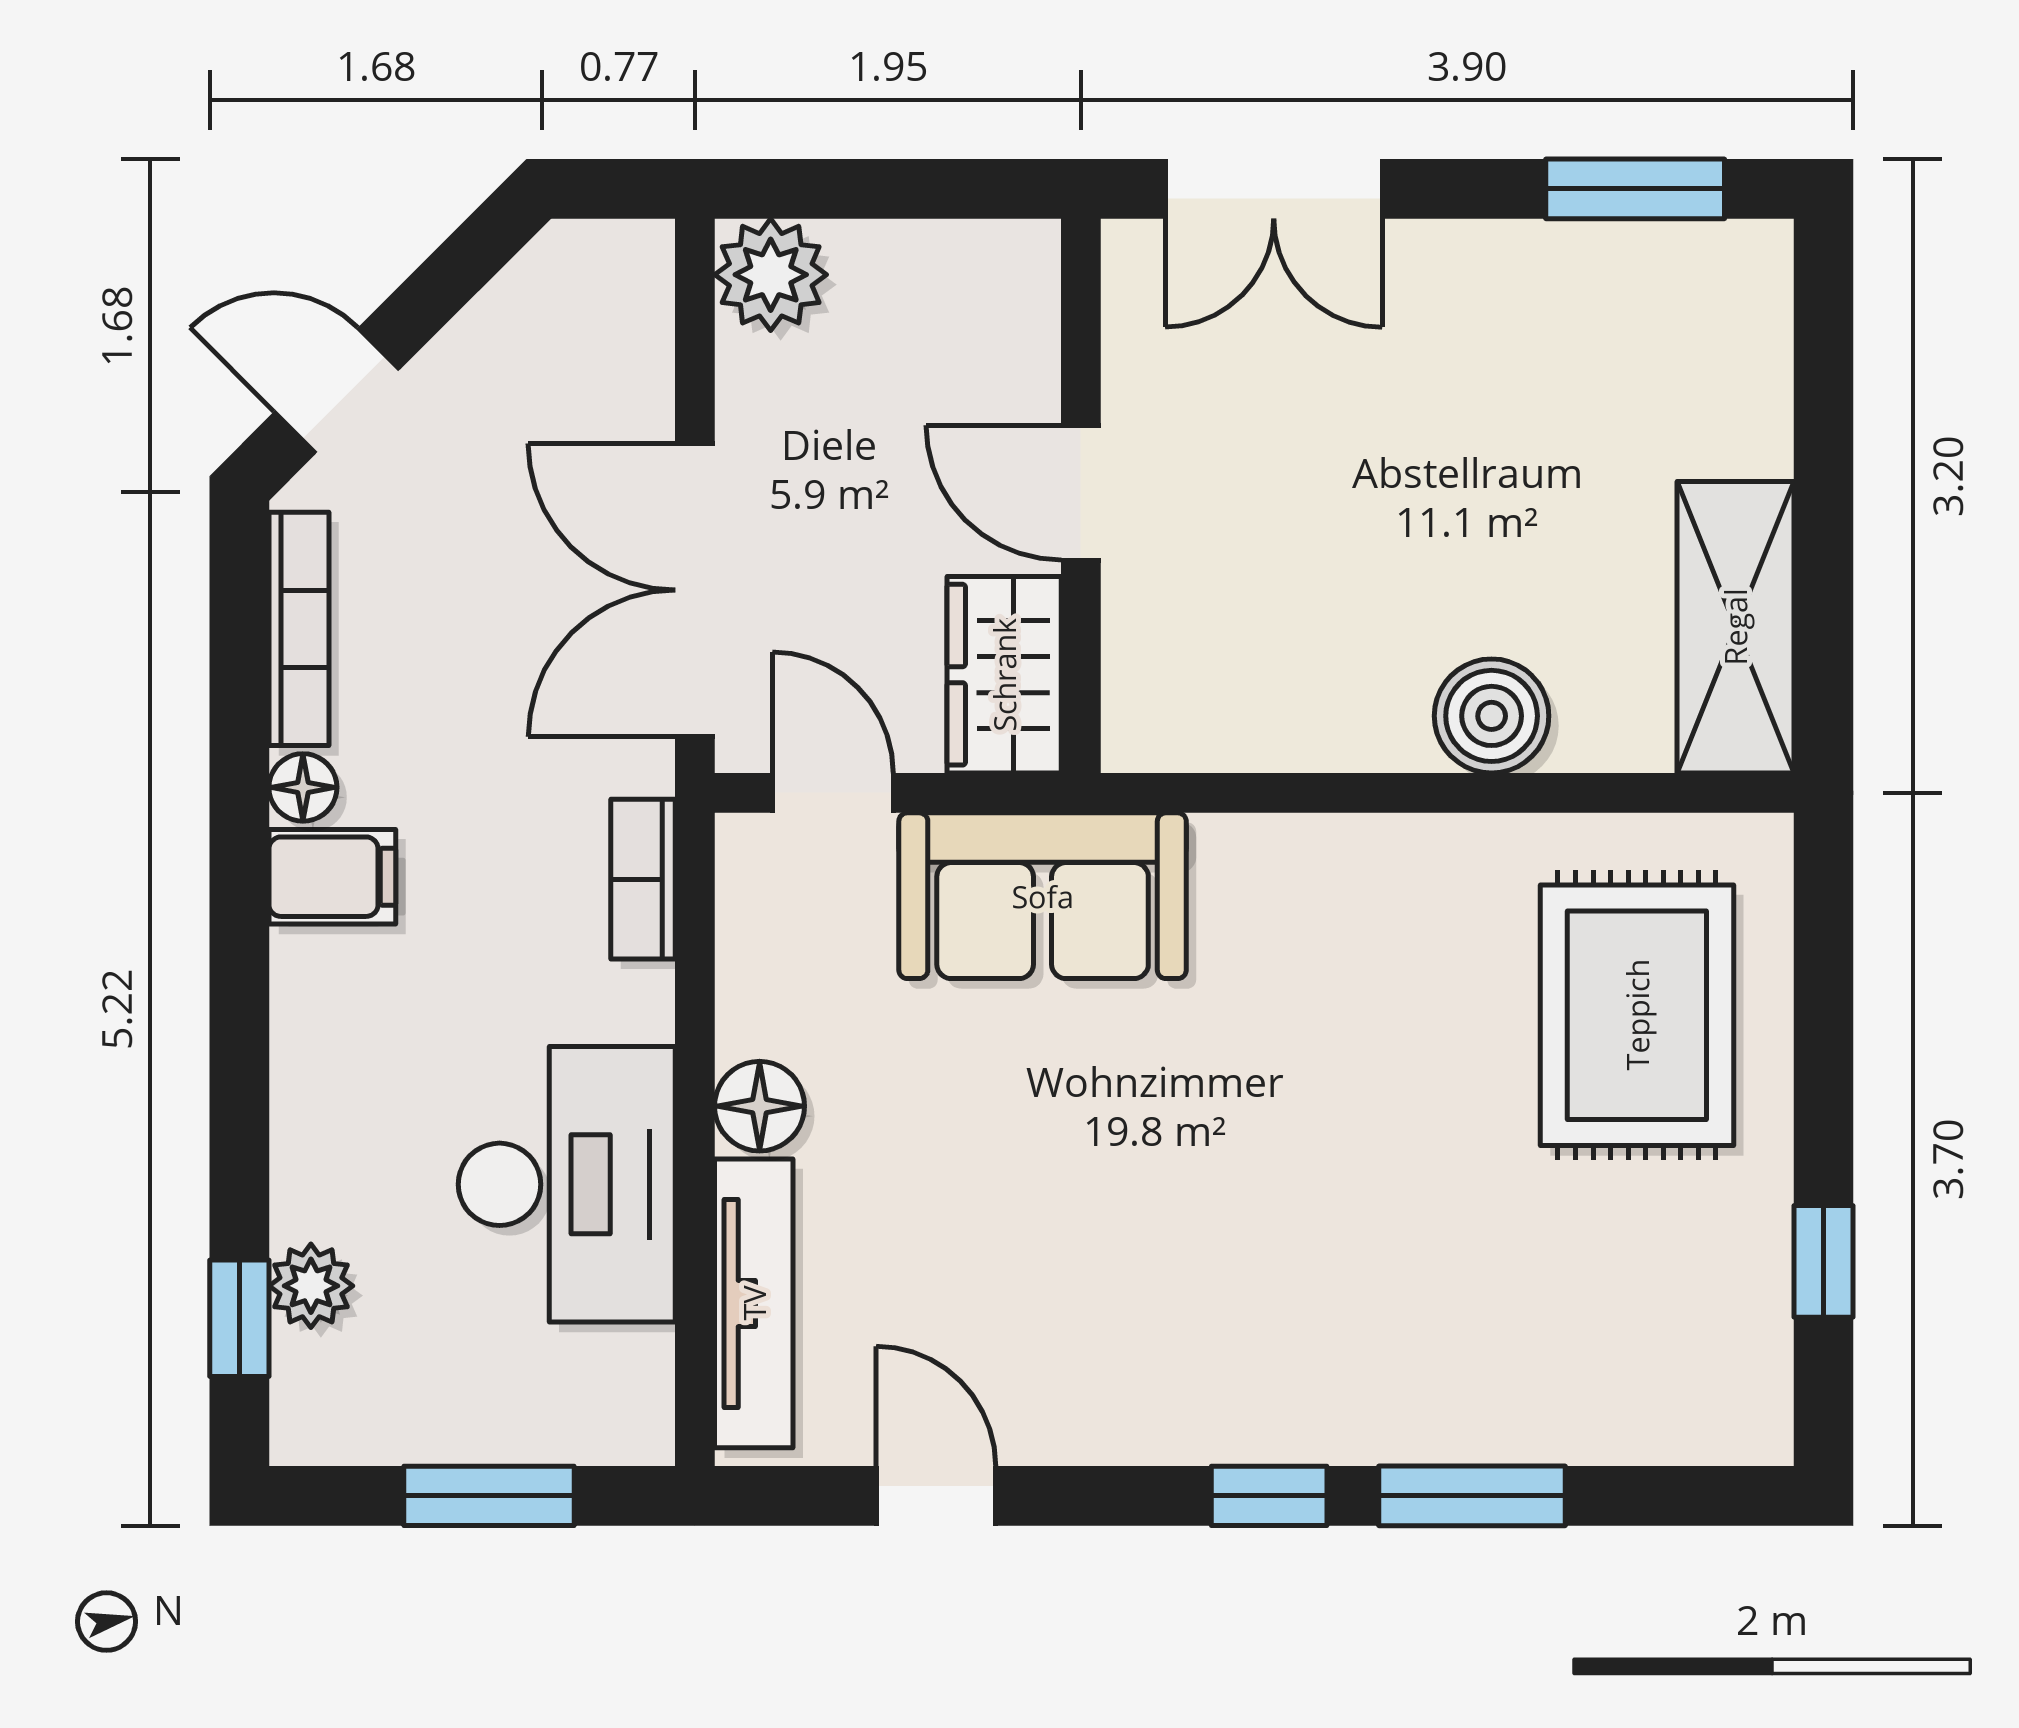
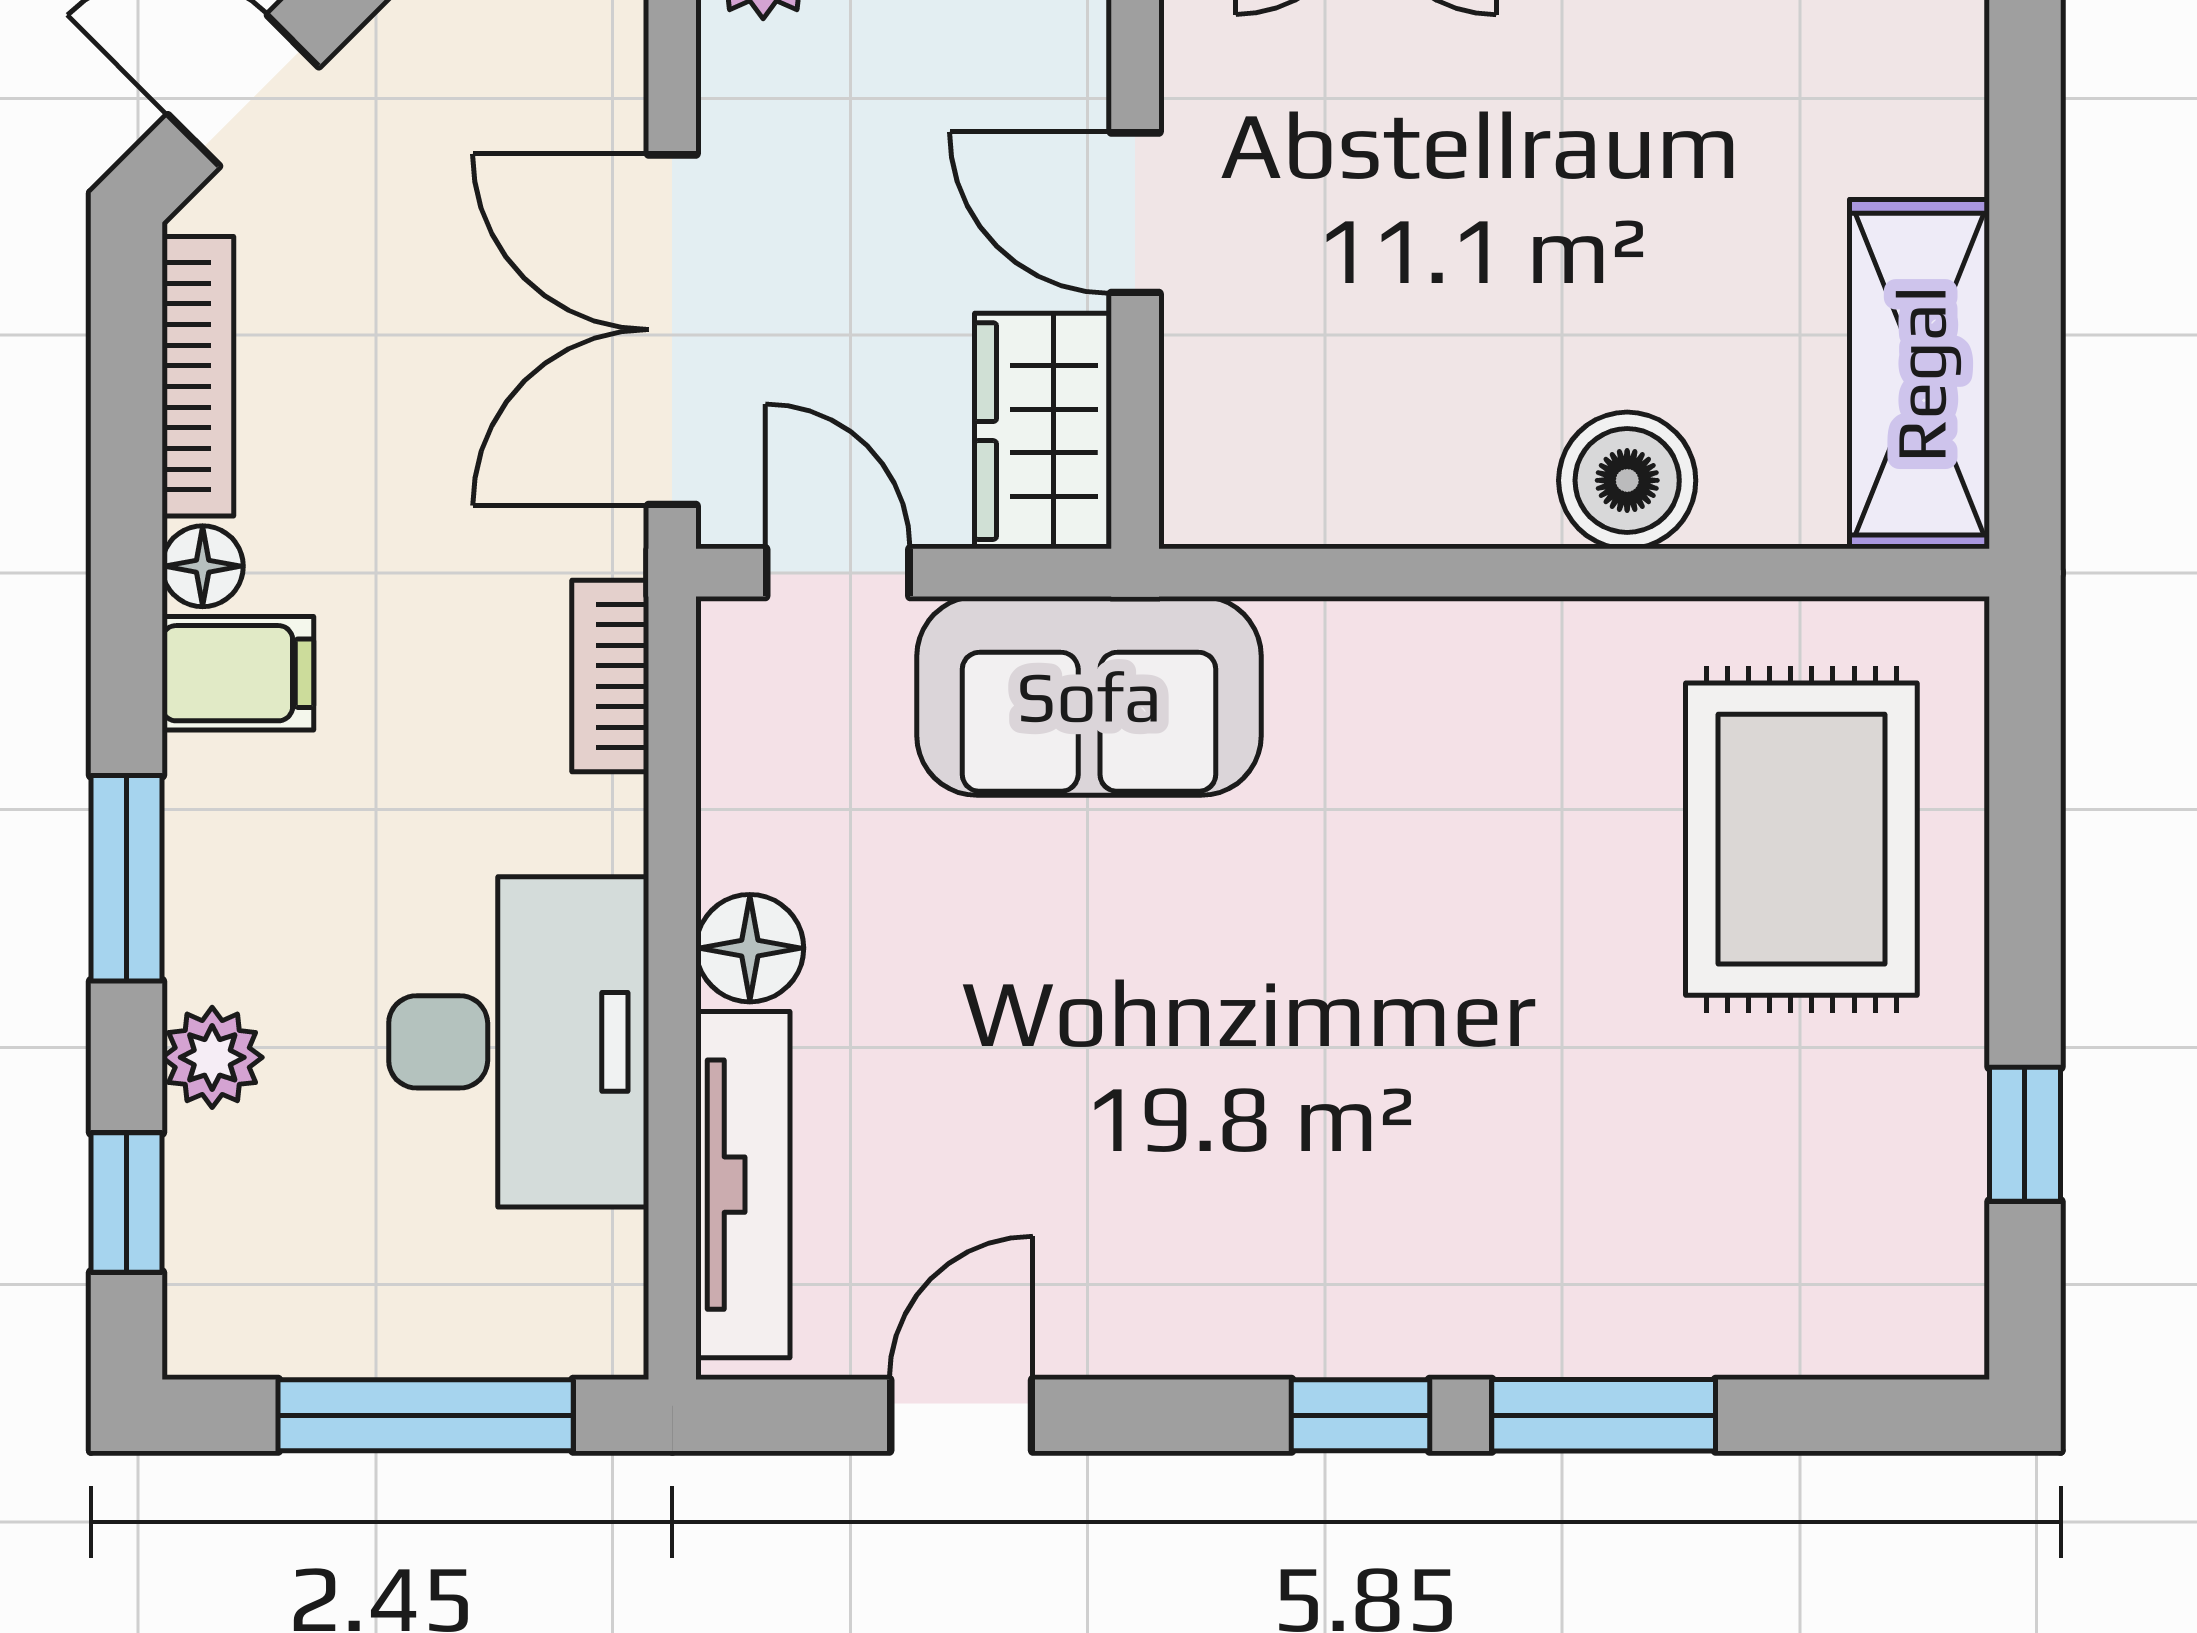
window: (239, 1048) -> (126, 878), added
plant: (311, 1286) -> (212, 1057), moved
window: (489, 1496) -> (426, 1415), width x1.44
door: (936, 1496) -> (961, 1415), hinge flipped

